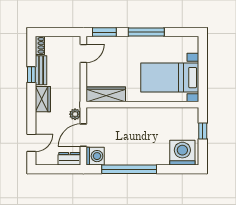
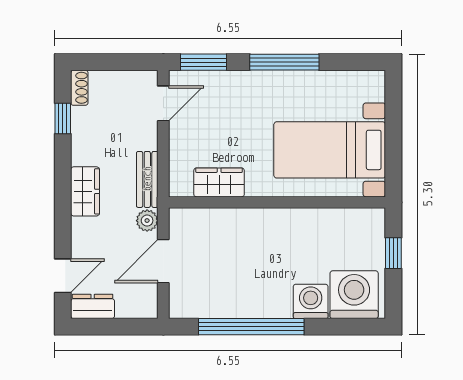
bench: (41, 70) -> (147, 179), moved
window: (31, 75) -> (63, 119), moved
wardrobe: (106, 94) -> (219, 182), width x0.67
washing machine: (95, 156) -> (311, 301), moved, turned -90
dresser: (69, 159) -> (93, 306), moved

